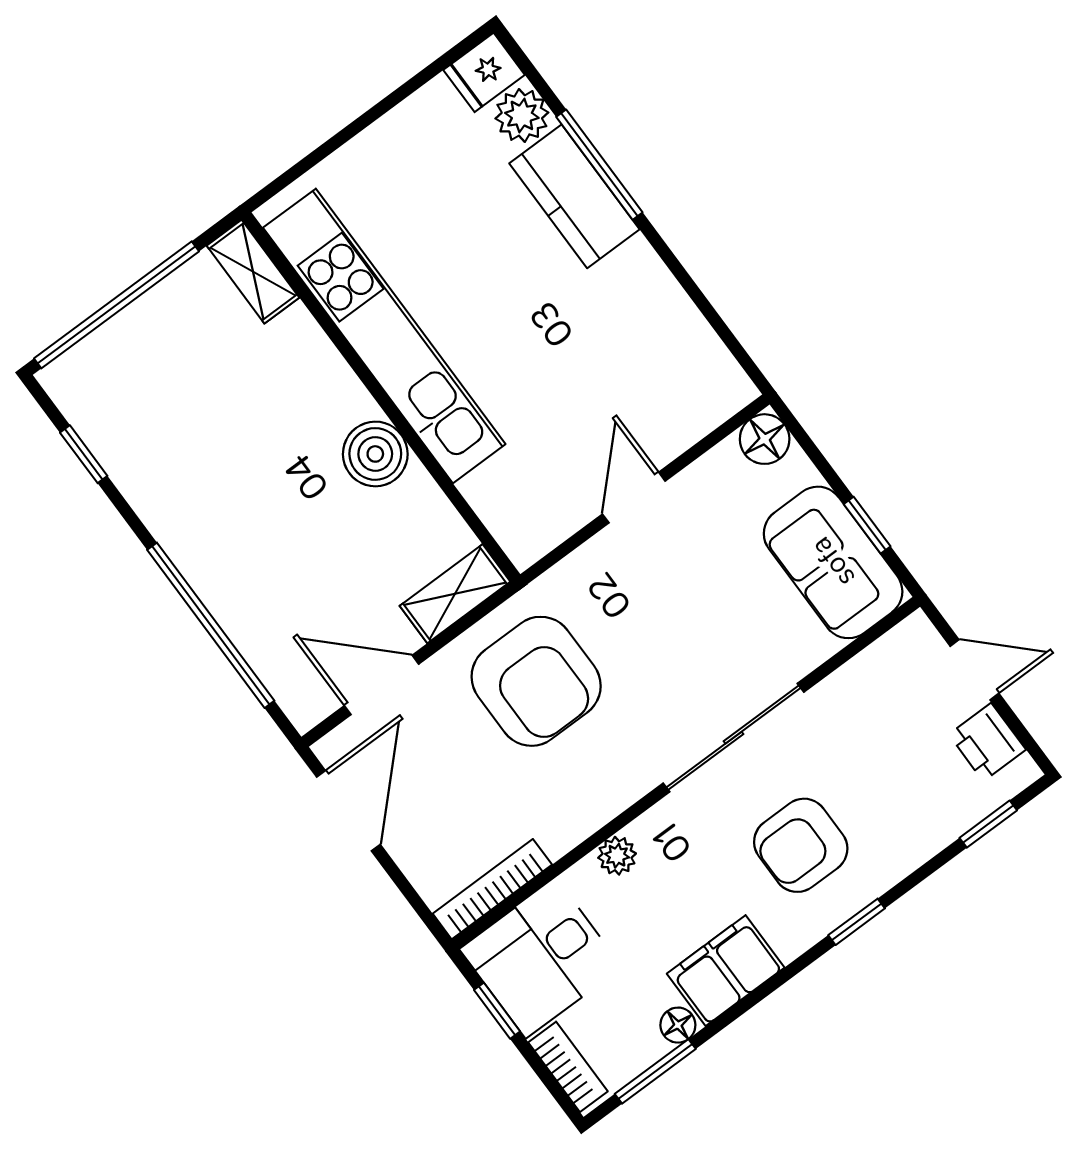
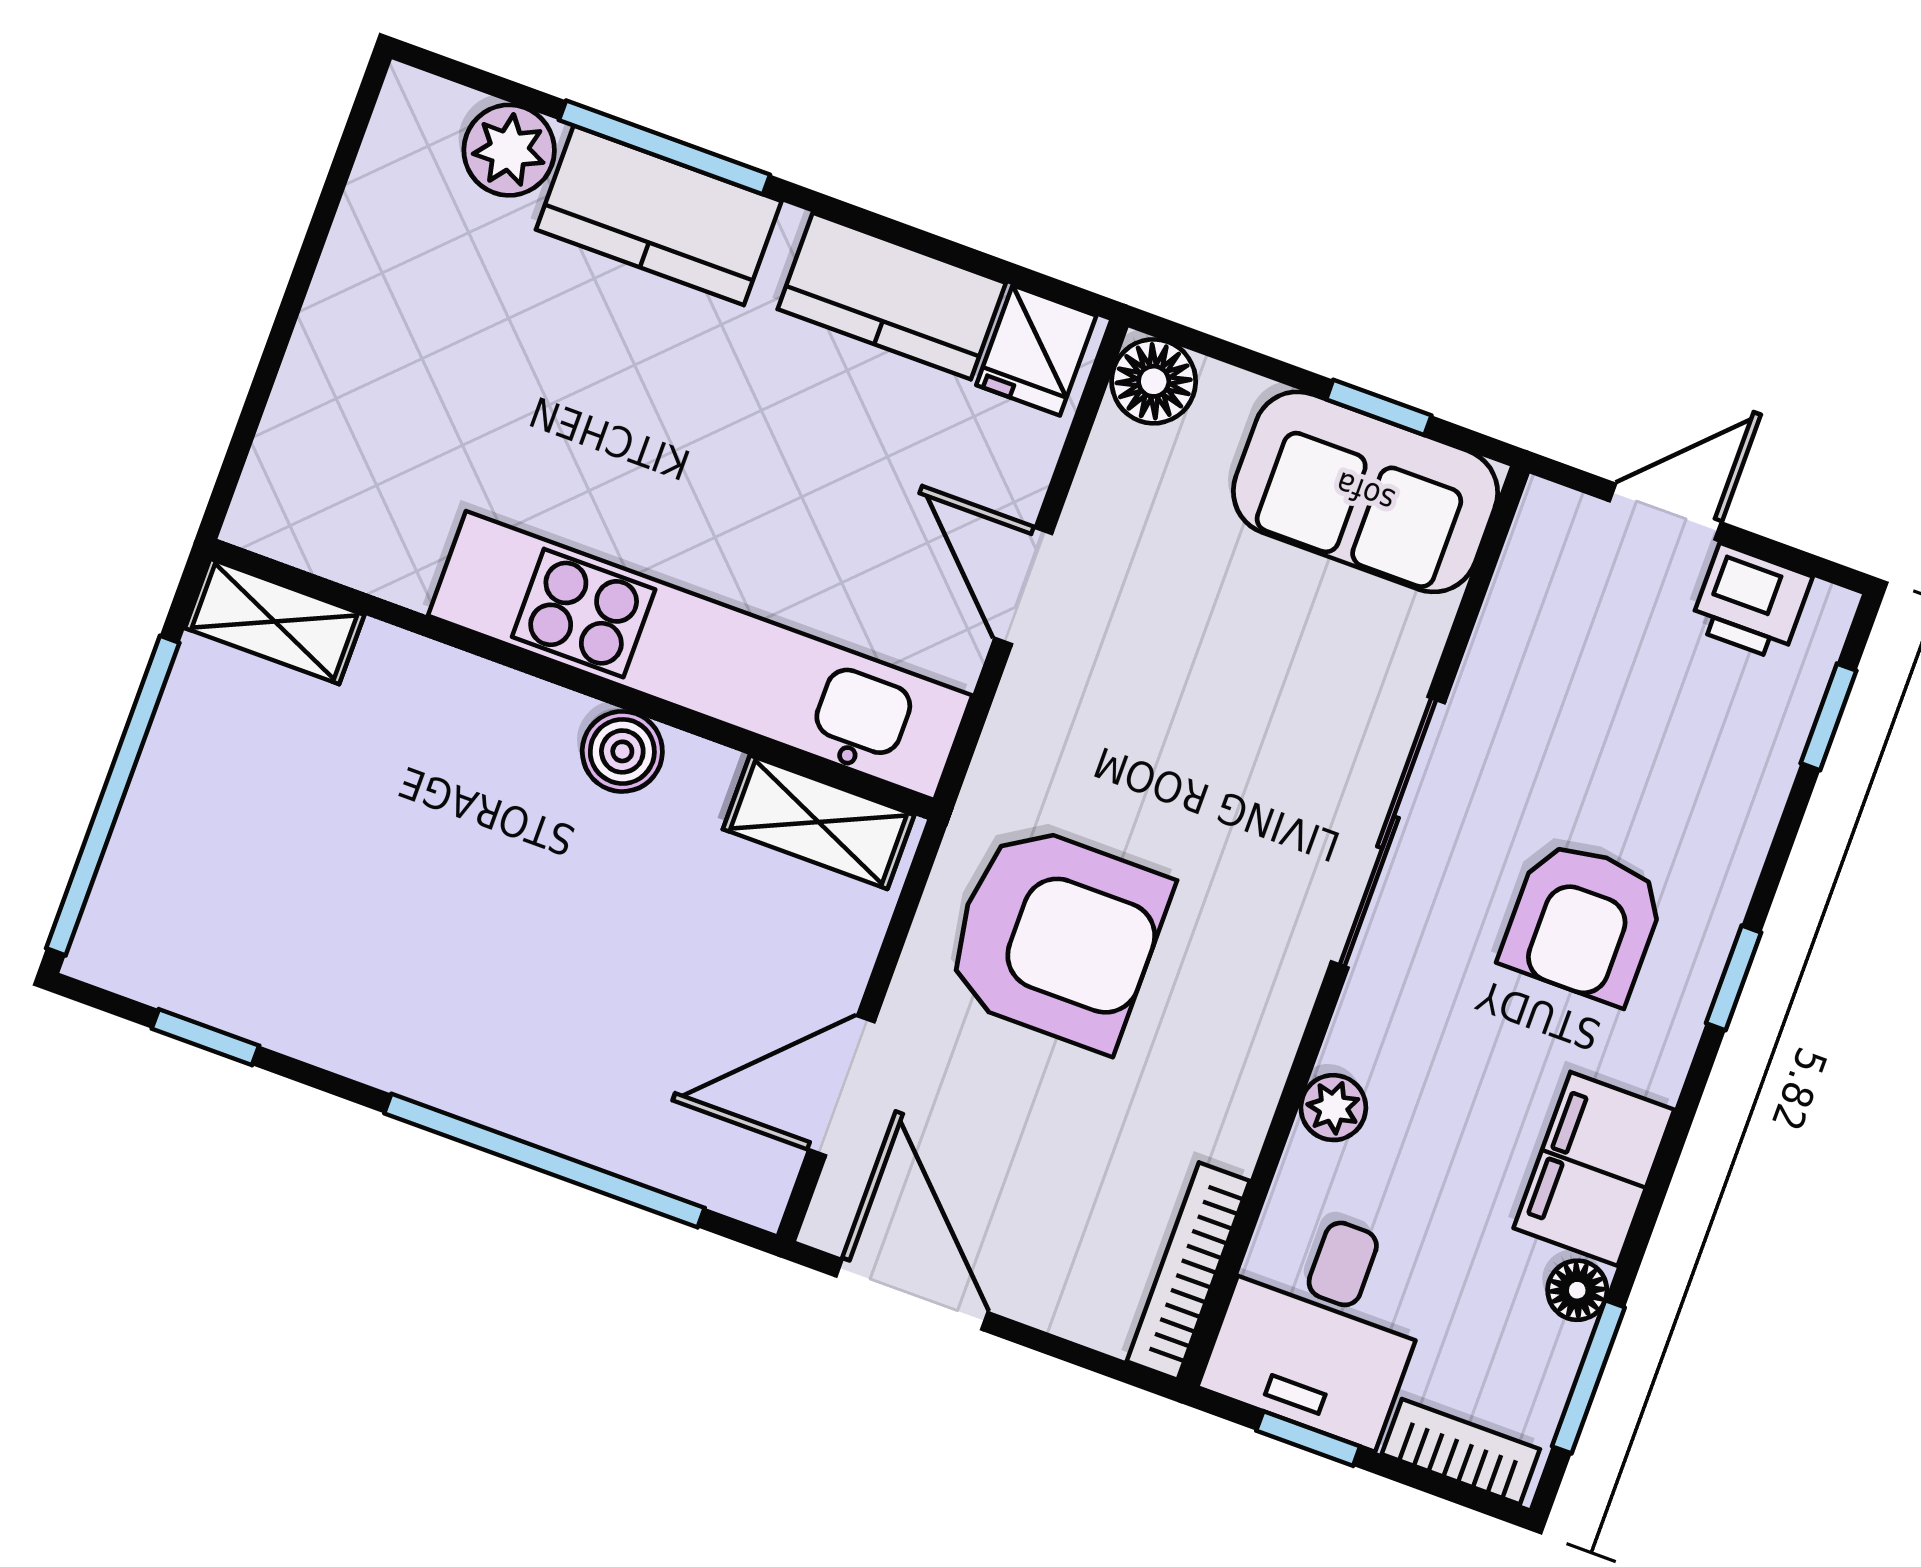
fridge: (484, 72) -> (1036, 350), moved
kitchen counter: (663, 312) -> (892, 296), added
kitchen unit: (384, 336) -> (700, 655), moved
boiler: (375, 454) -> (622, 751), width x0.73, depth x0.73
shelving: (455, 594) -> (819, 822), moved, turned 90

